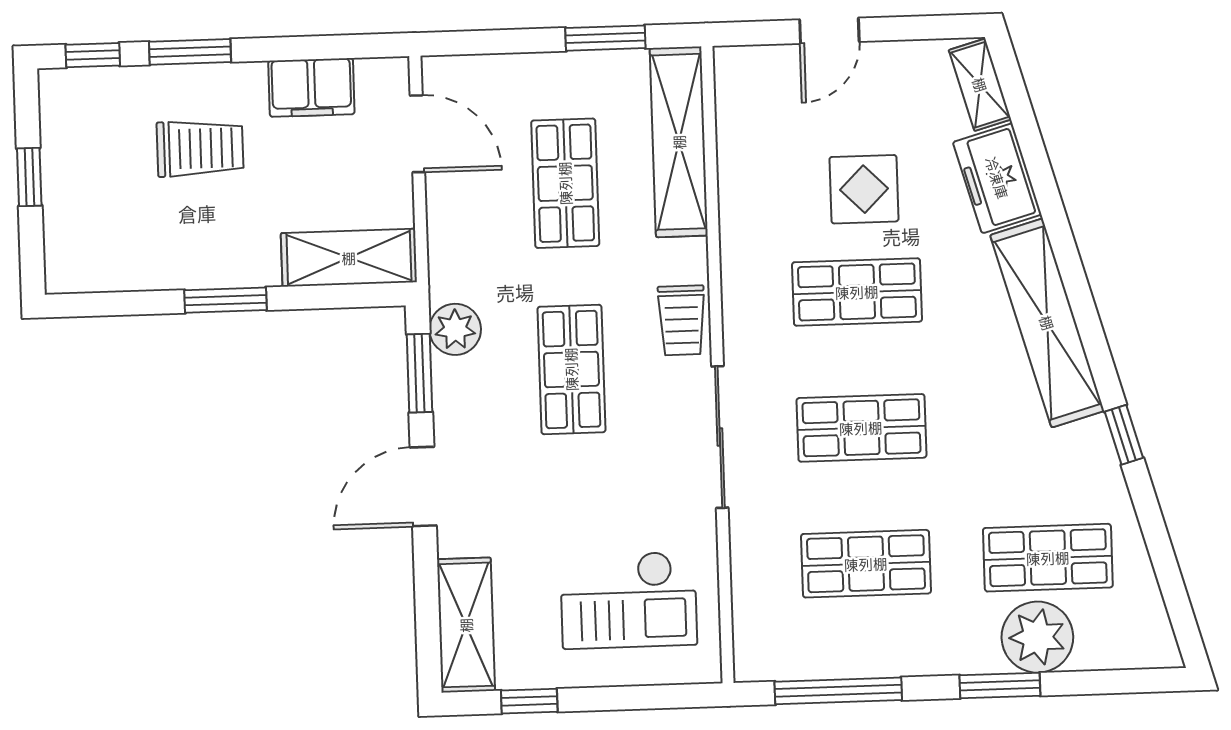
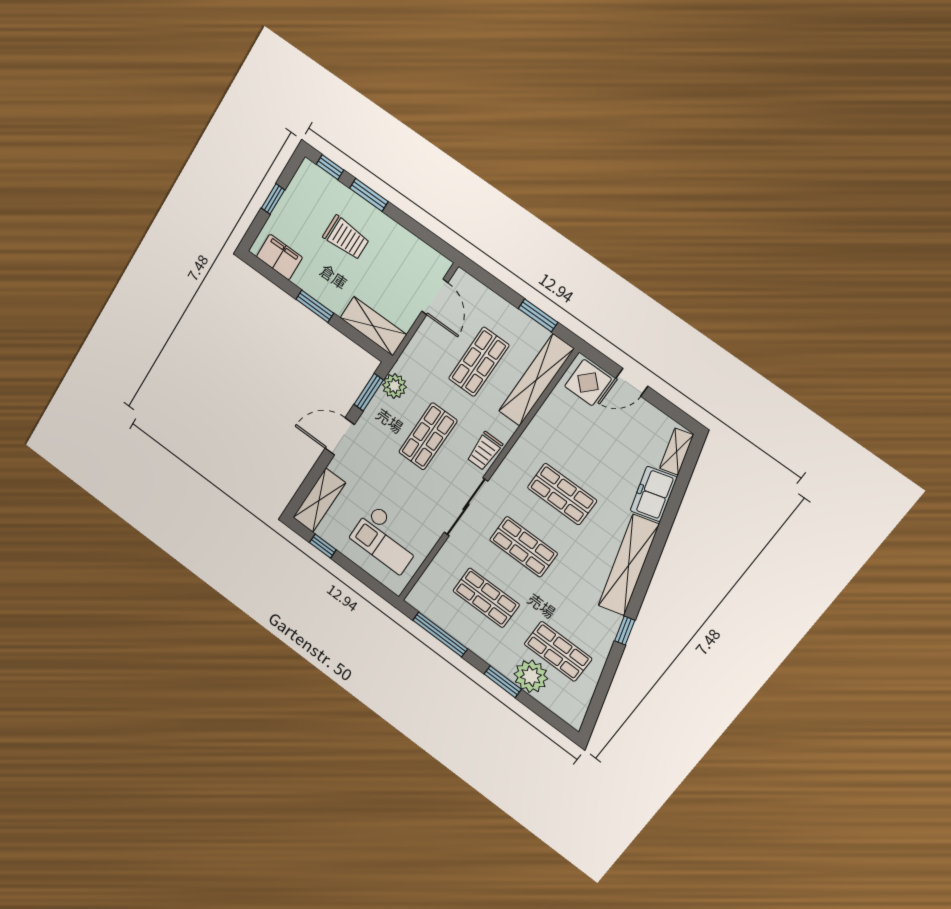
filing cabinet: (311, 87) -> (279, 257), moved, turned 180
display table: (864, 189) -> (588, 383), moved

